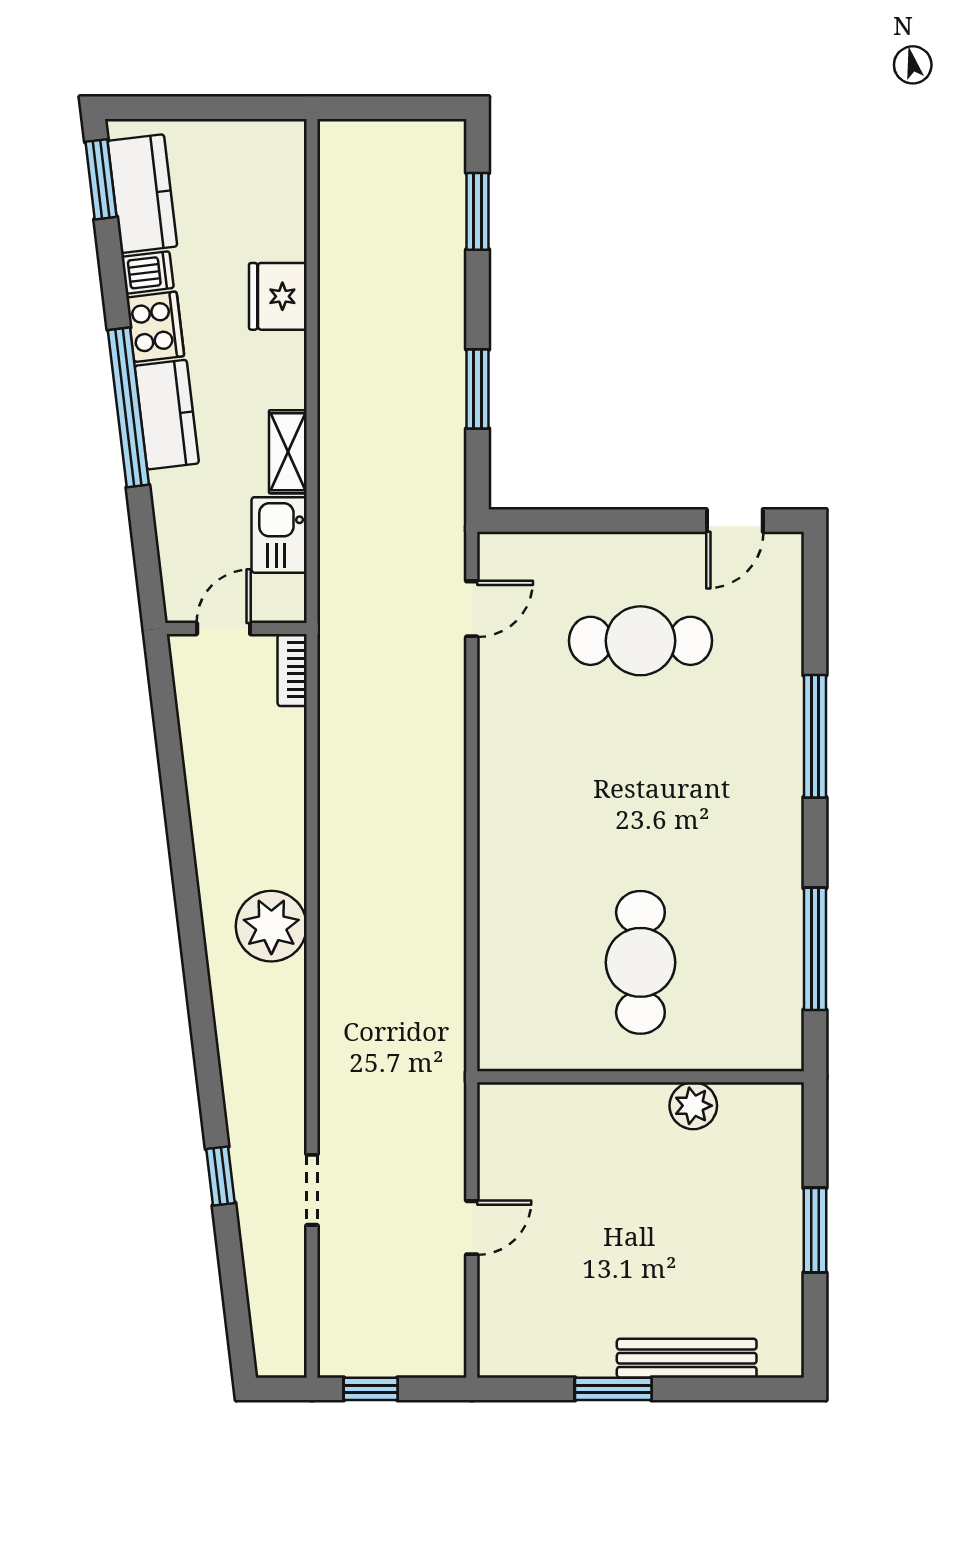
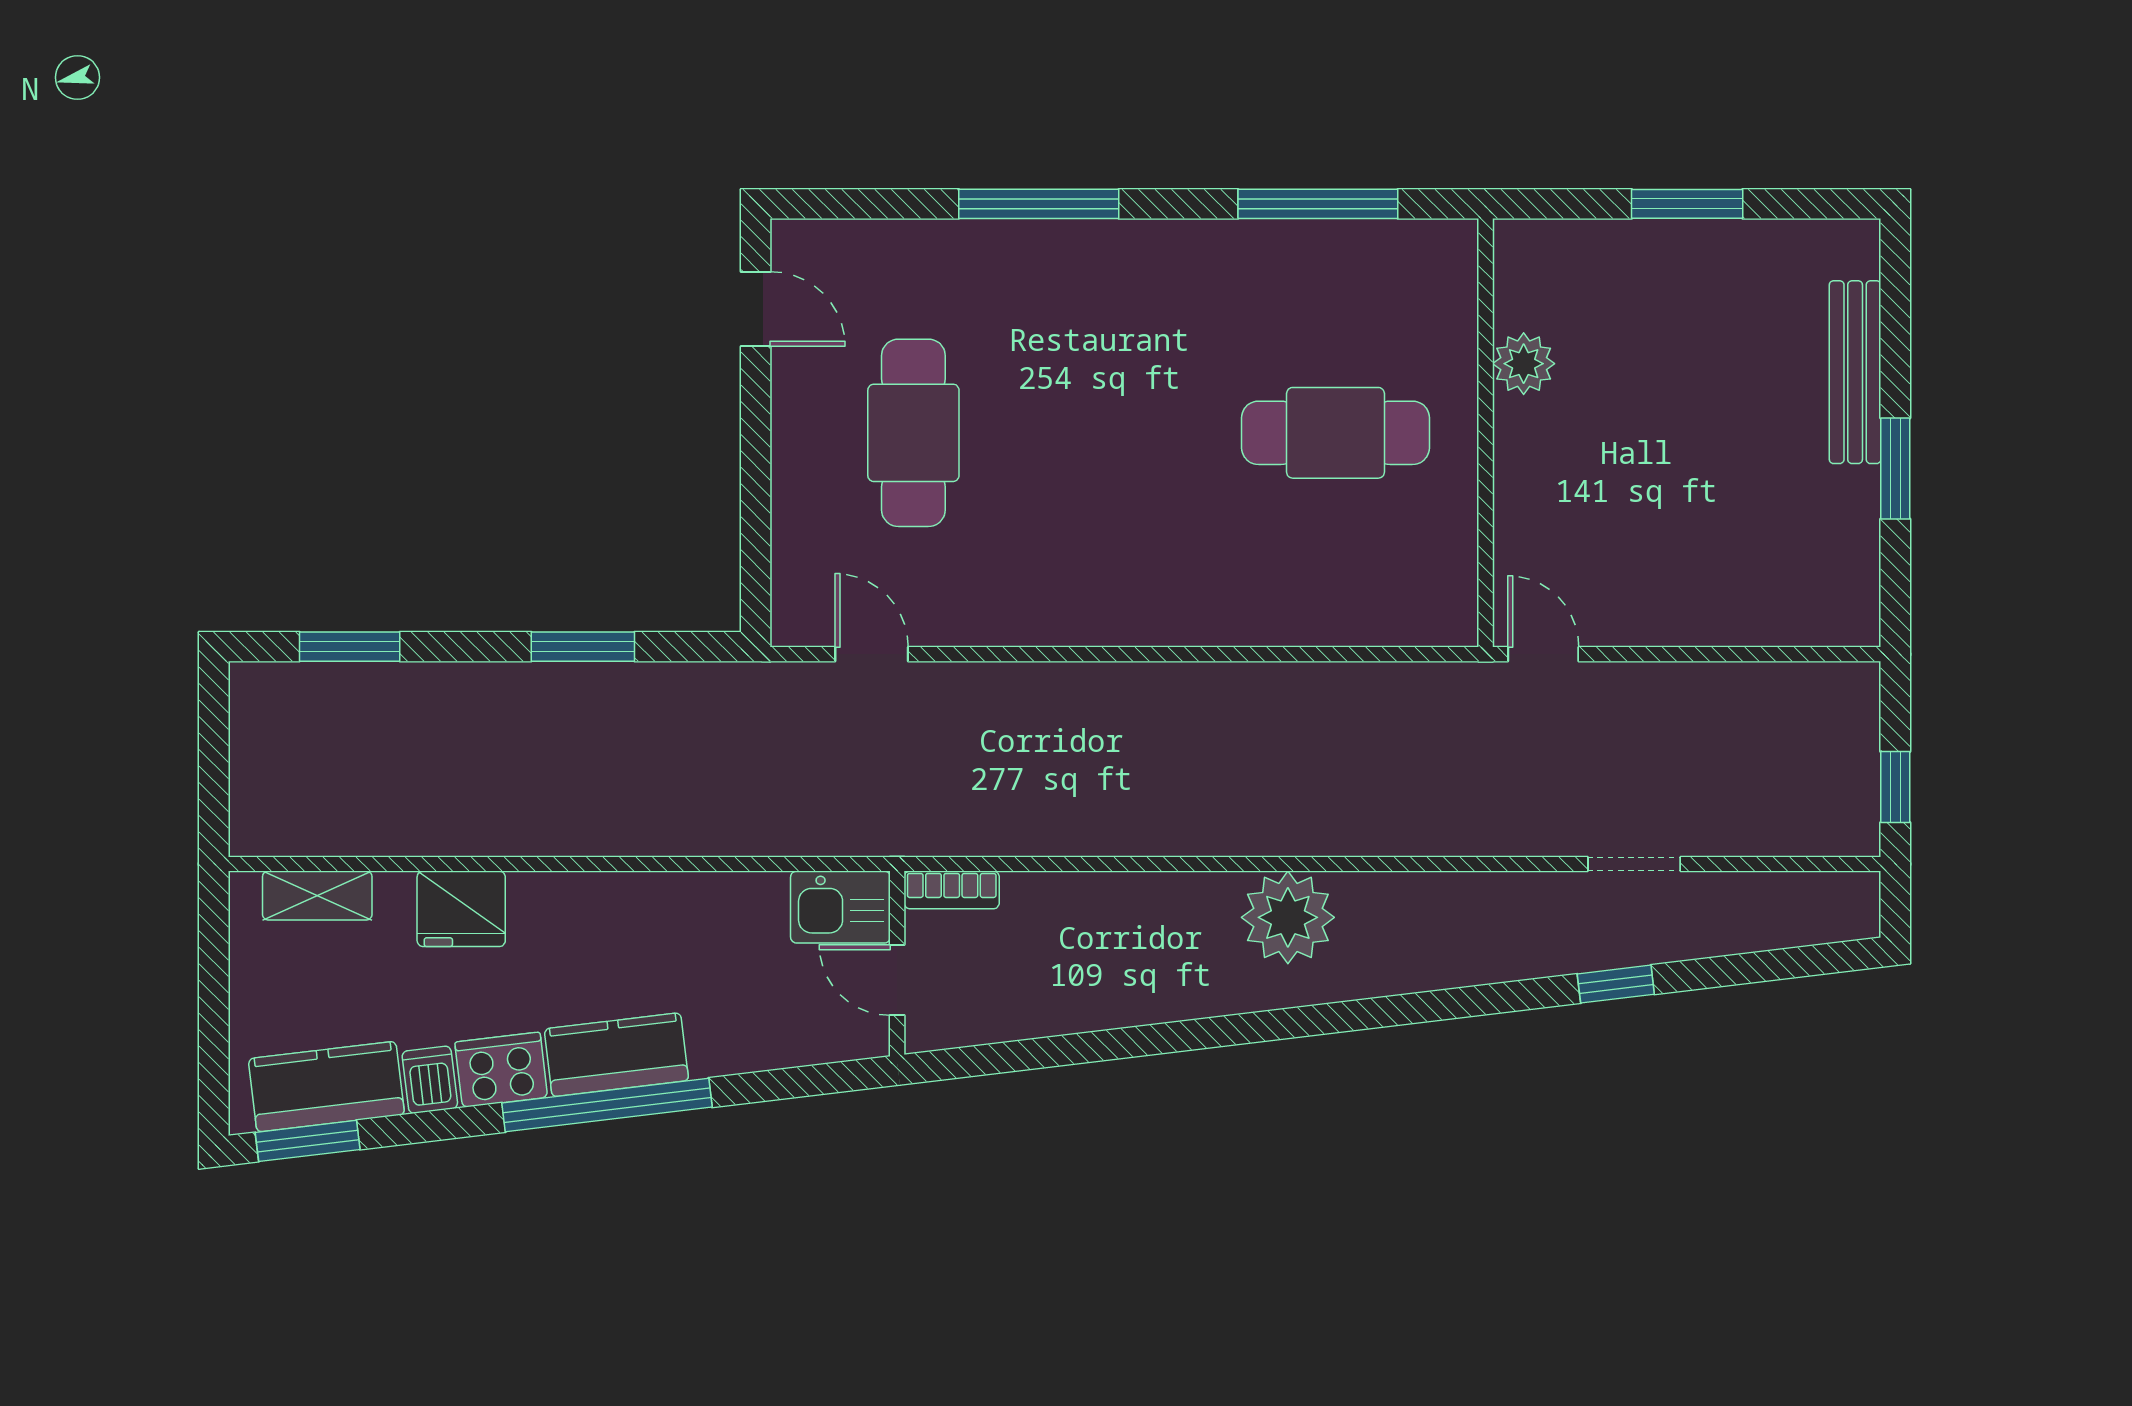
shelving: (288, 452) -> (317, 896), moved
kitchen sink: (279, 535) -> (840, 907), moved
door: (472, 1228) -> (1543, 654), moved

